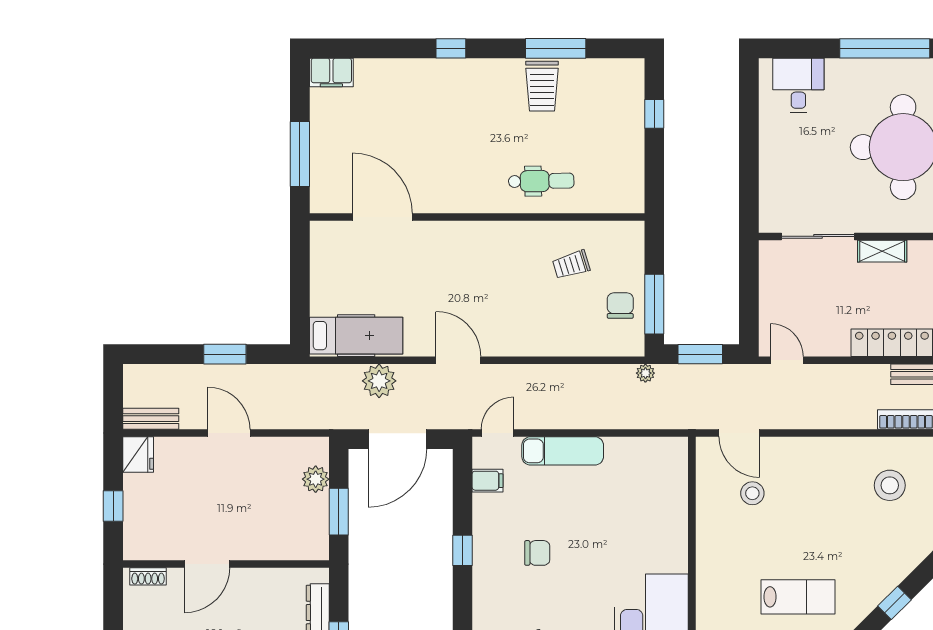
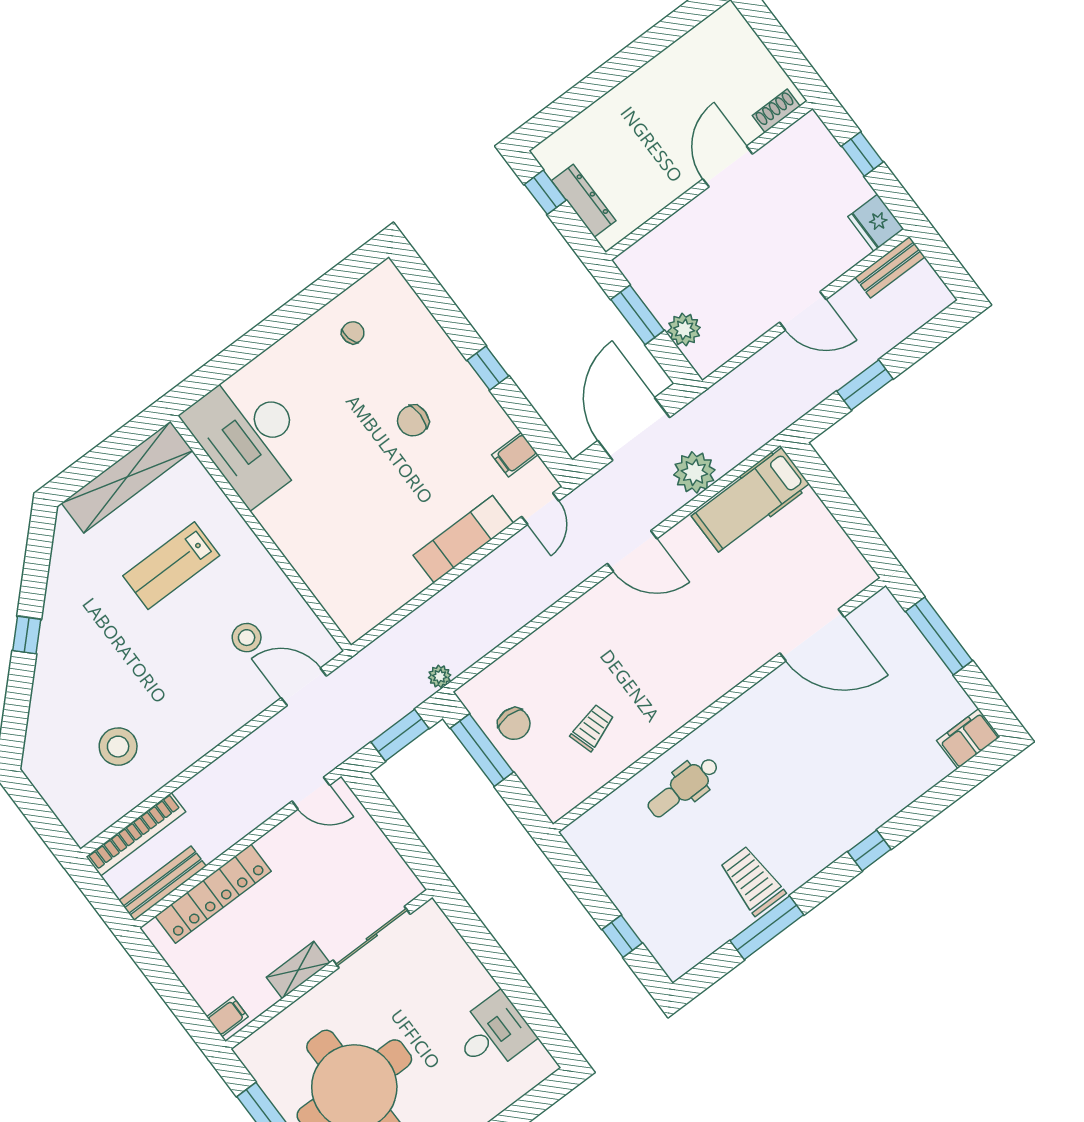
desk: (798, 85) -> (493, 1033), moved, turned -90
lab bench: (798, 597) -> (171, 566), moved

